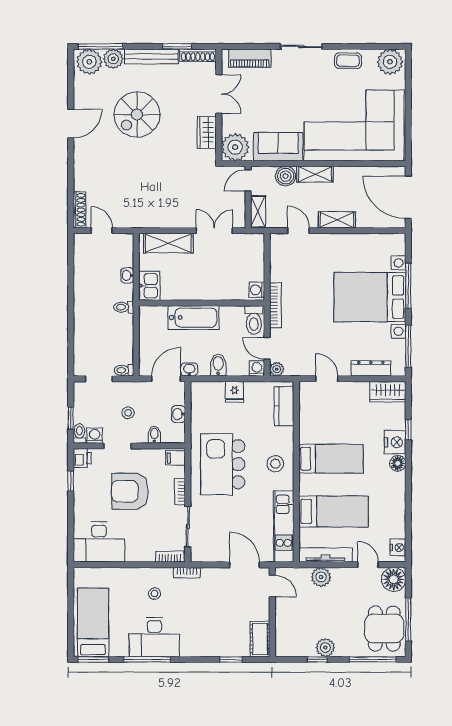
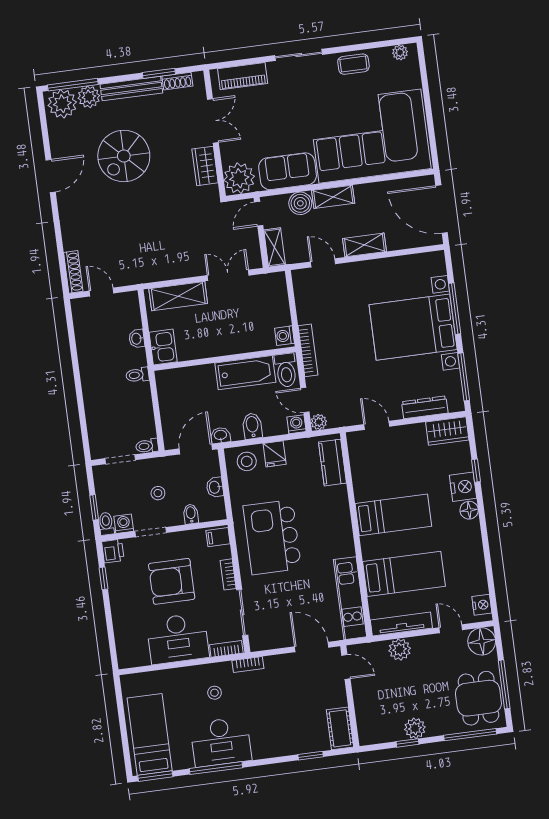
shoe rack: (198, 55) -> (177, 81), width x0.70
plant: (390, 62) -> (400, 52), width x0.53, depth x0.53
bathtub: (193, 318) -> (245, 373), moved
stool: (275, 464) -> (247, 461), moved
desk: (99, 542) -> (178, 639), moved

